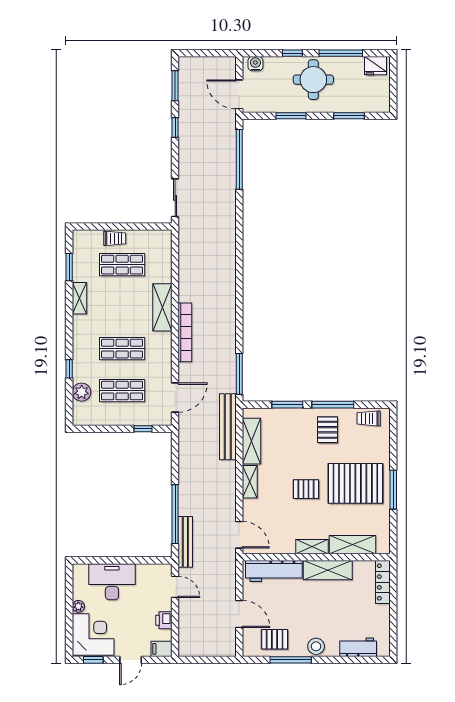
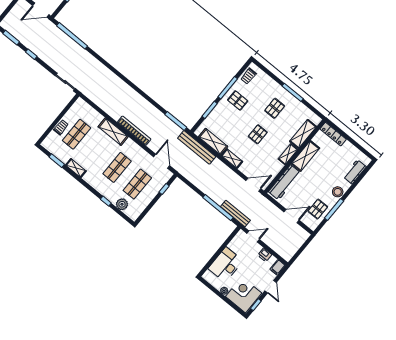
pallet: (355, 483) -> (275, 108), width x0.49, depth x0.50

